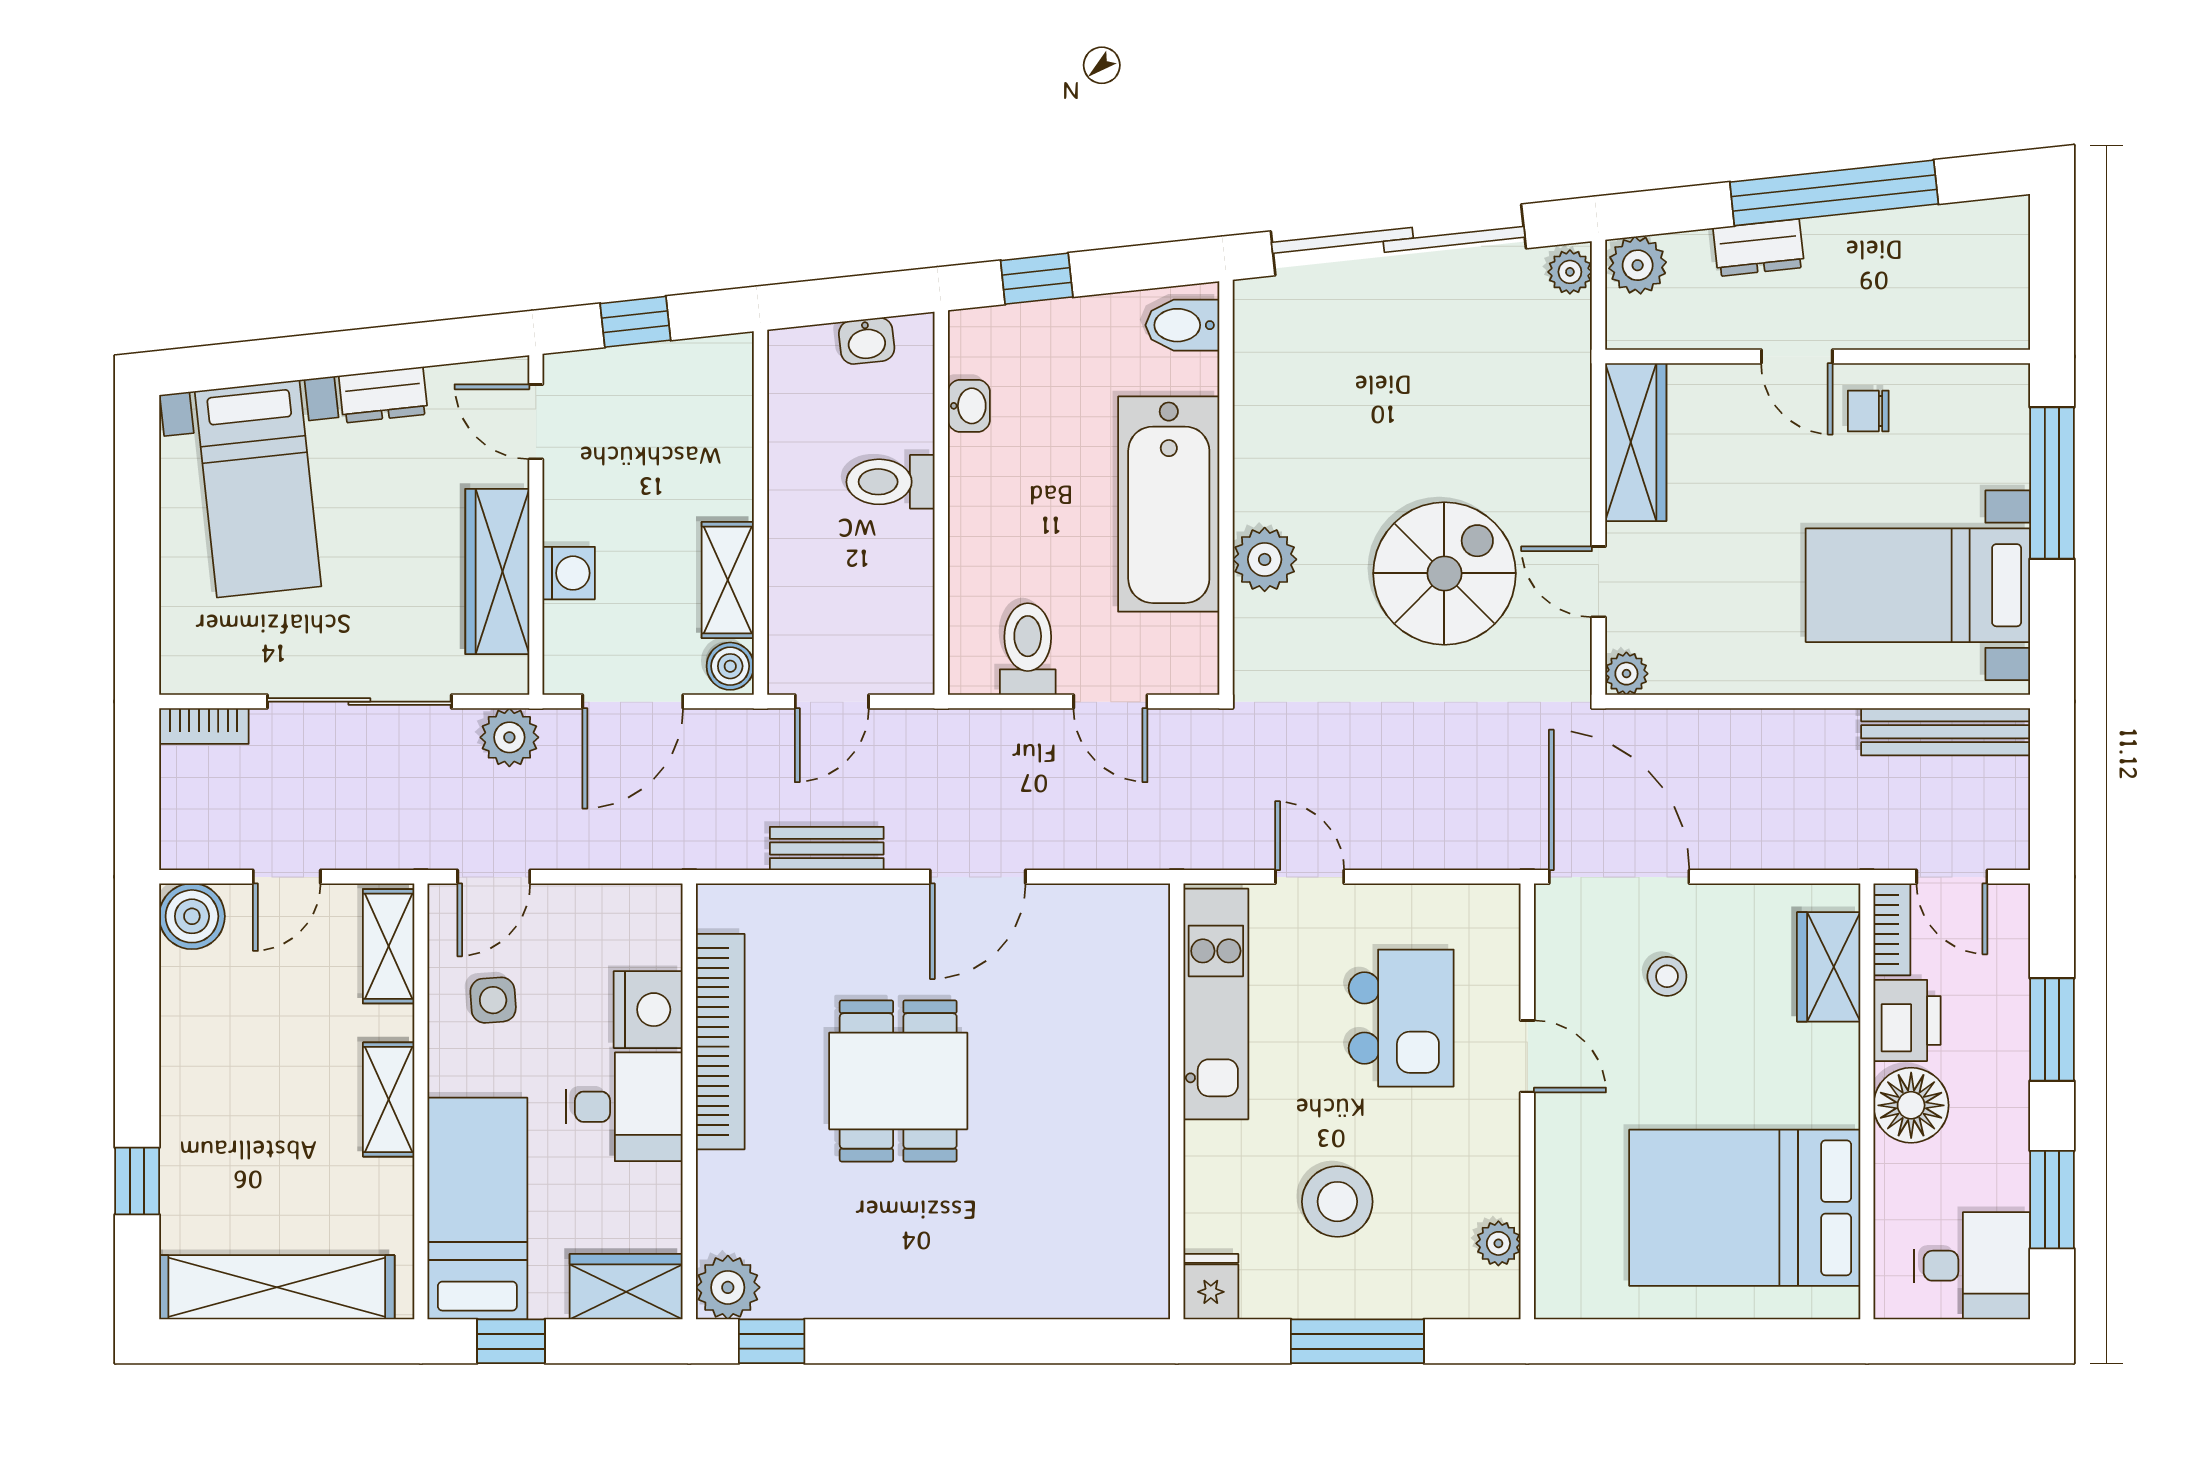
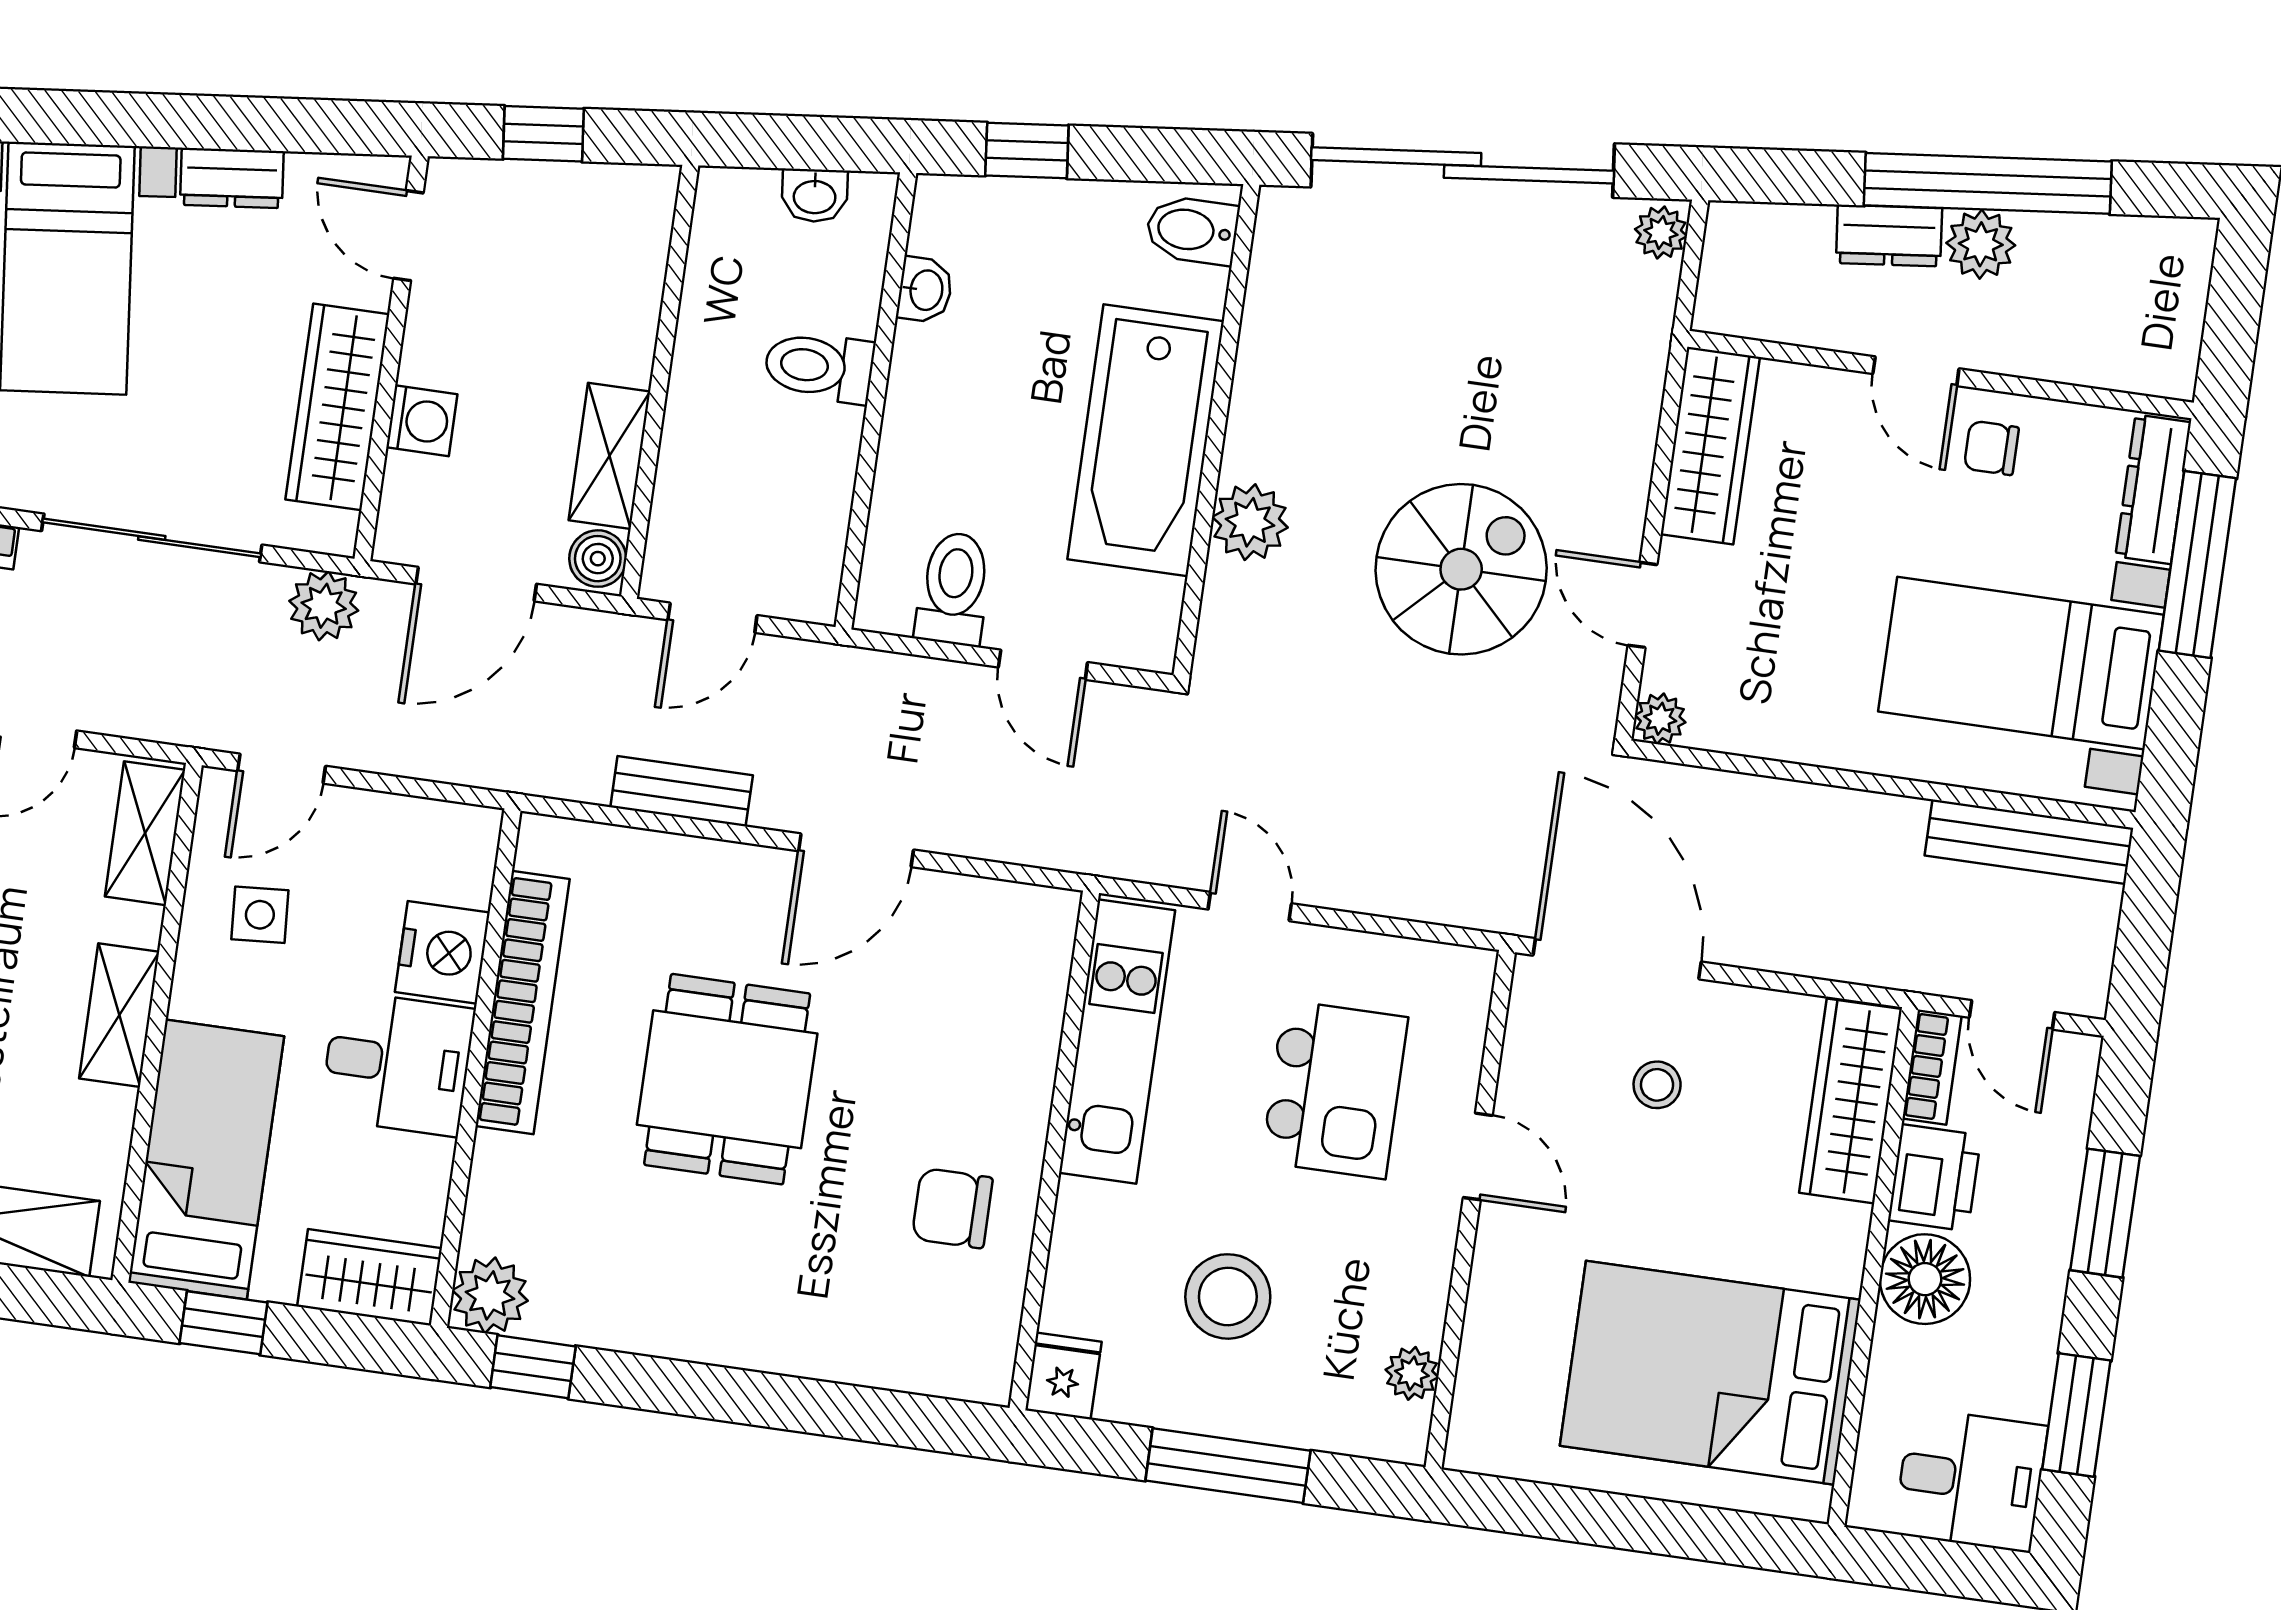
plant: (1638, 265) -> (1981, 244), moved
dresser: (2007, 426) -> (2153, 489), added
wardrobe: (1829, 967) -> (1851, 1101), width x1.50
chair: (1099, 1161) -> (952, 1208), added

